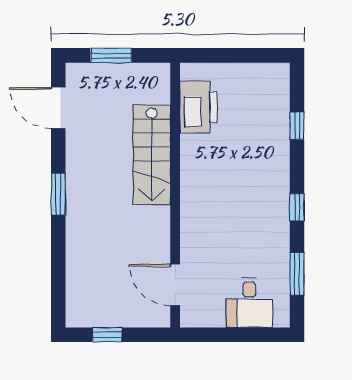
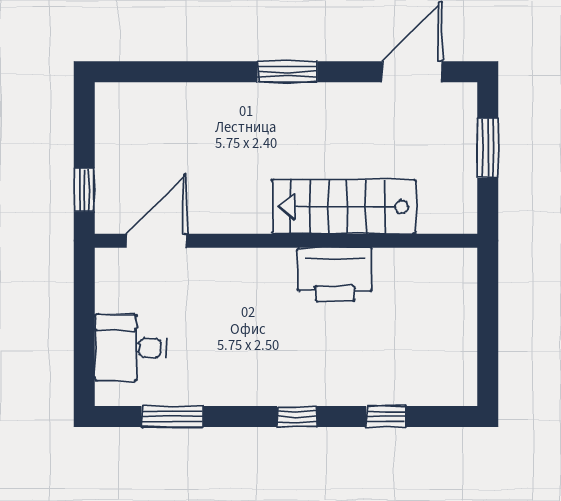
printer: (199, 107) -> (335, 275), moved
window: (297, 207) -> (297, 417), moved
window: (107, 335) -> (84, 190), moved

